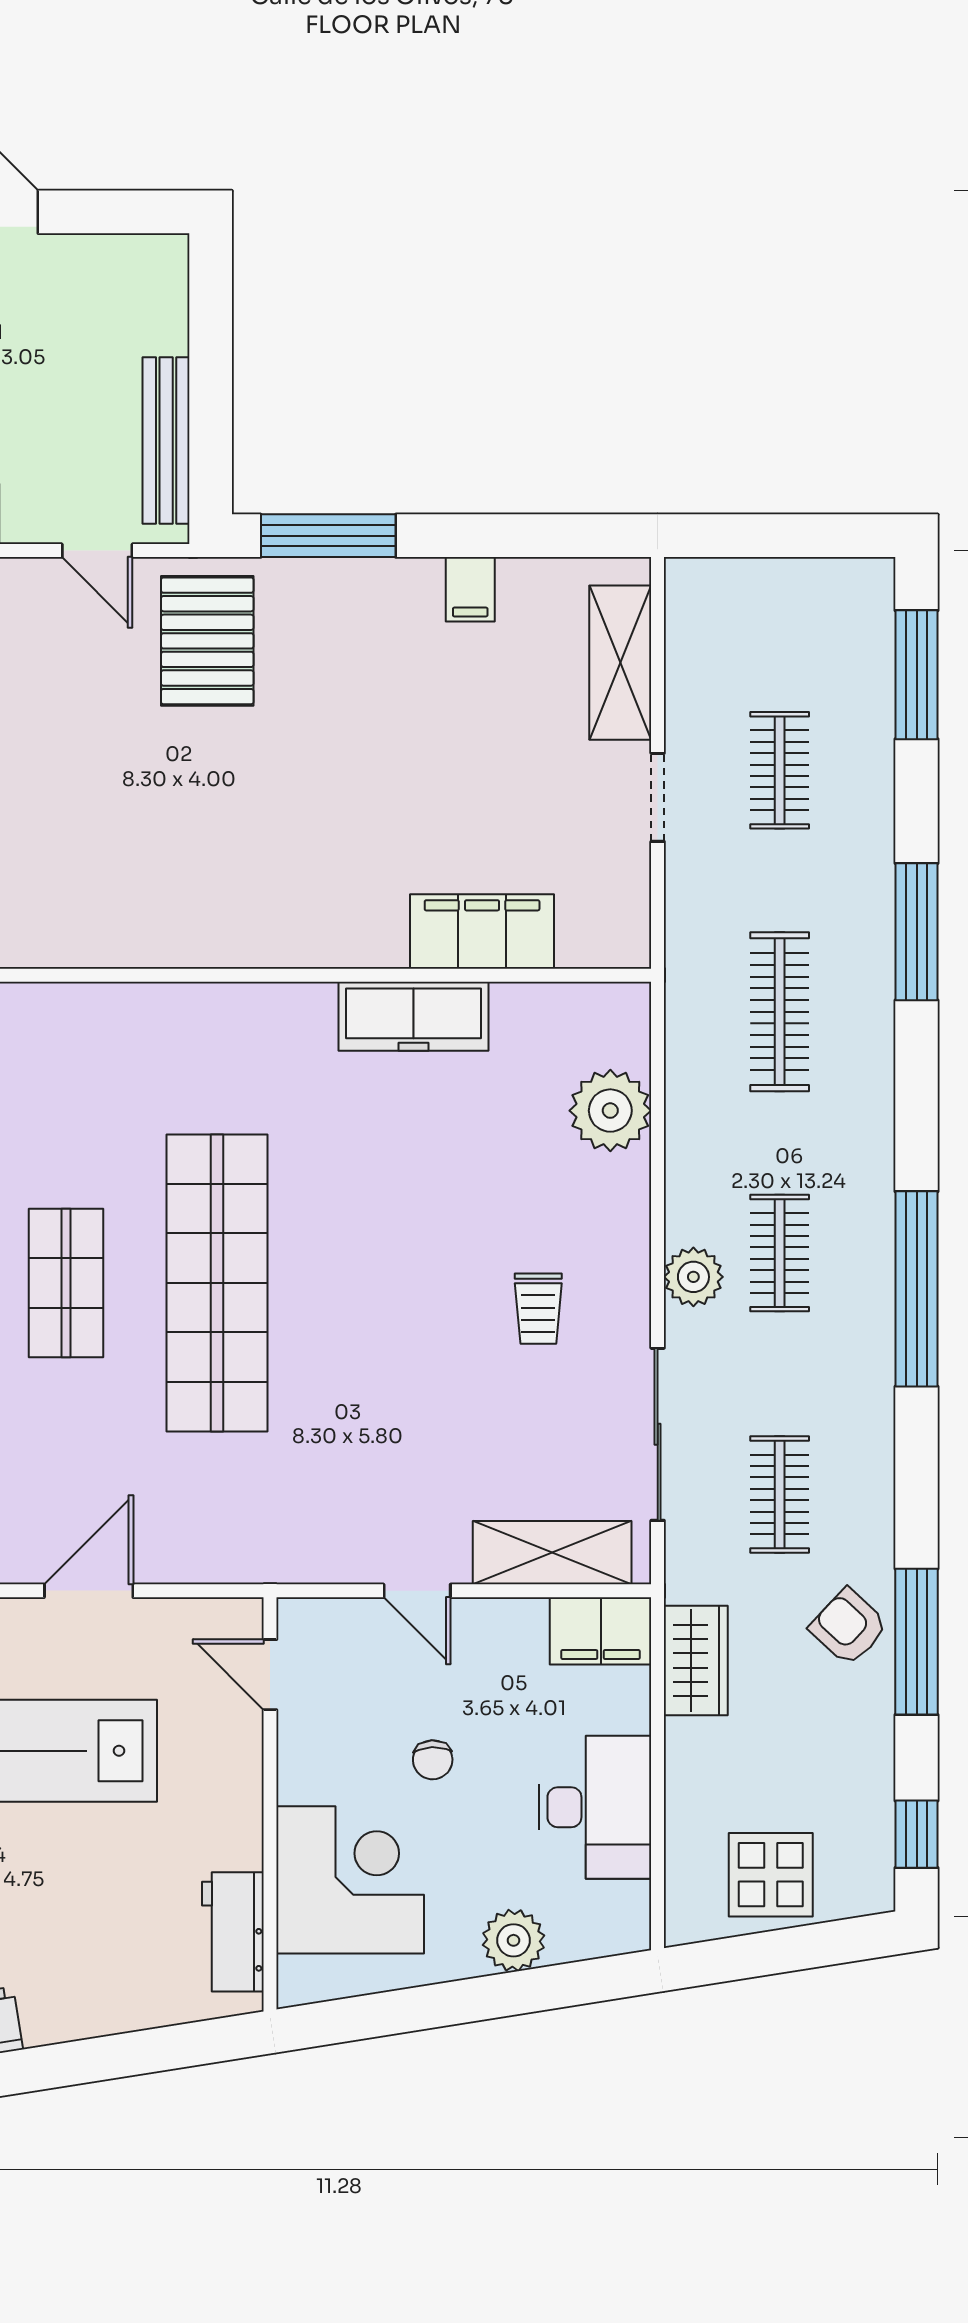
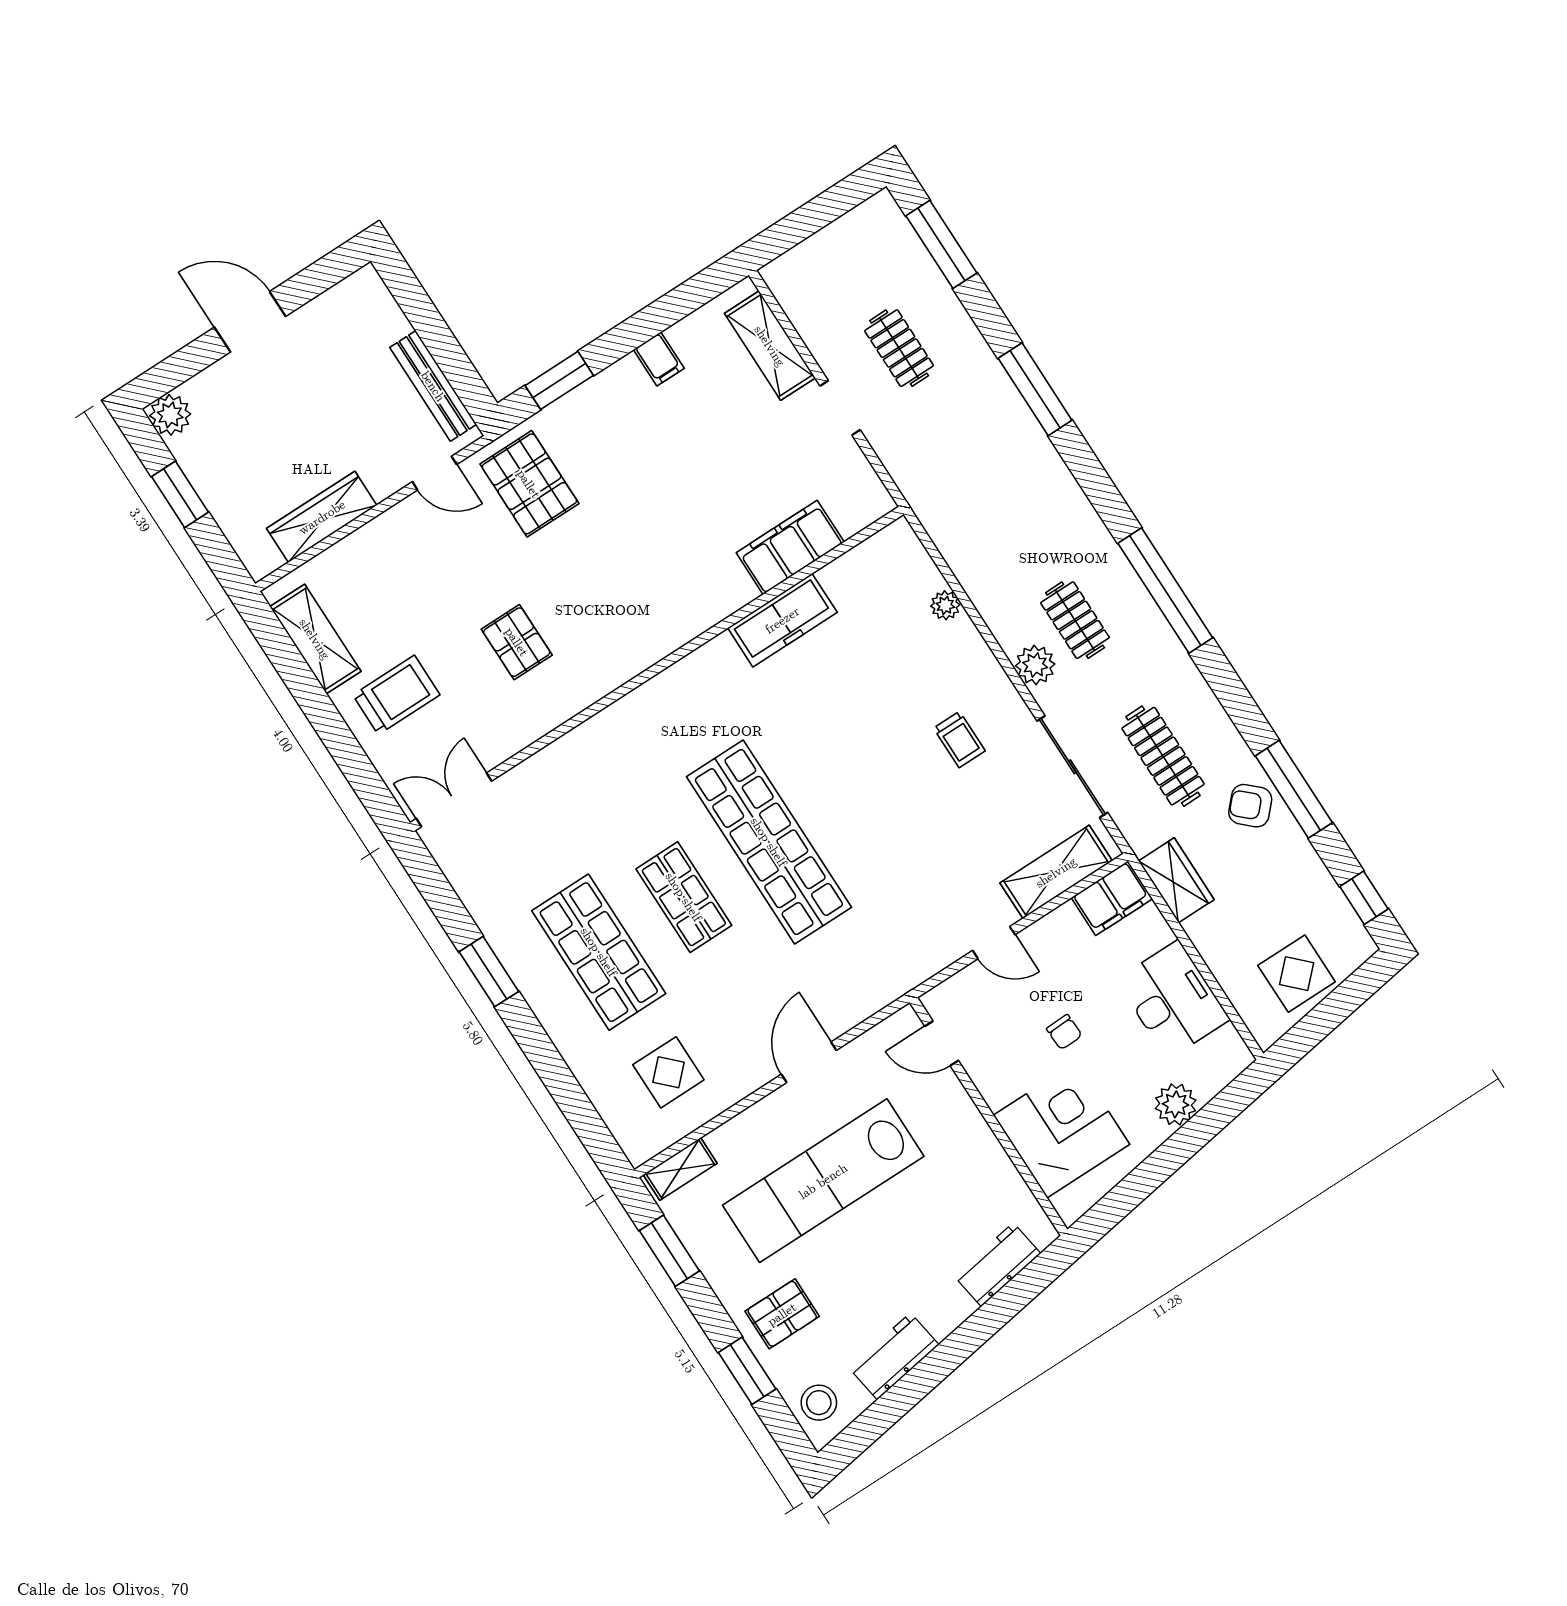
window: (328, 536) -> (559, 380), width x0.69
pallet: (63, 829) -> (517, 642), added
clothes rail: (780, 1012) -> (987, 484), removed
plant: (610, 1111) -> (945, 605), width x0.53, depth x0.53
clothes rail: (780, 1494) -> (1163, 756), width x1.36
workbench: (233, 1932) -> (997, 1265), moved, turned 81

